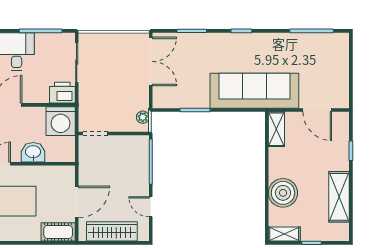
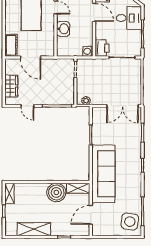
side table: (327, 50) -> (130, 222), added
washing machine: (61, 121) -> (88, 51), width x0.53, depth x0.53
boiler: (283, 193) -> (56, 192), moved
door: (151, 207) -> (27, 106), swing flipped
wardrobe: (112, 231) -> (11, 86), width x0.67

